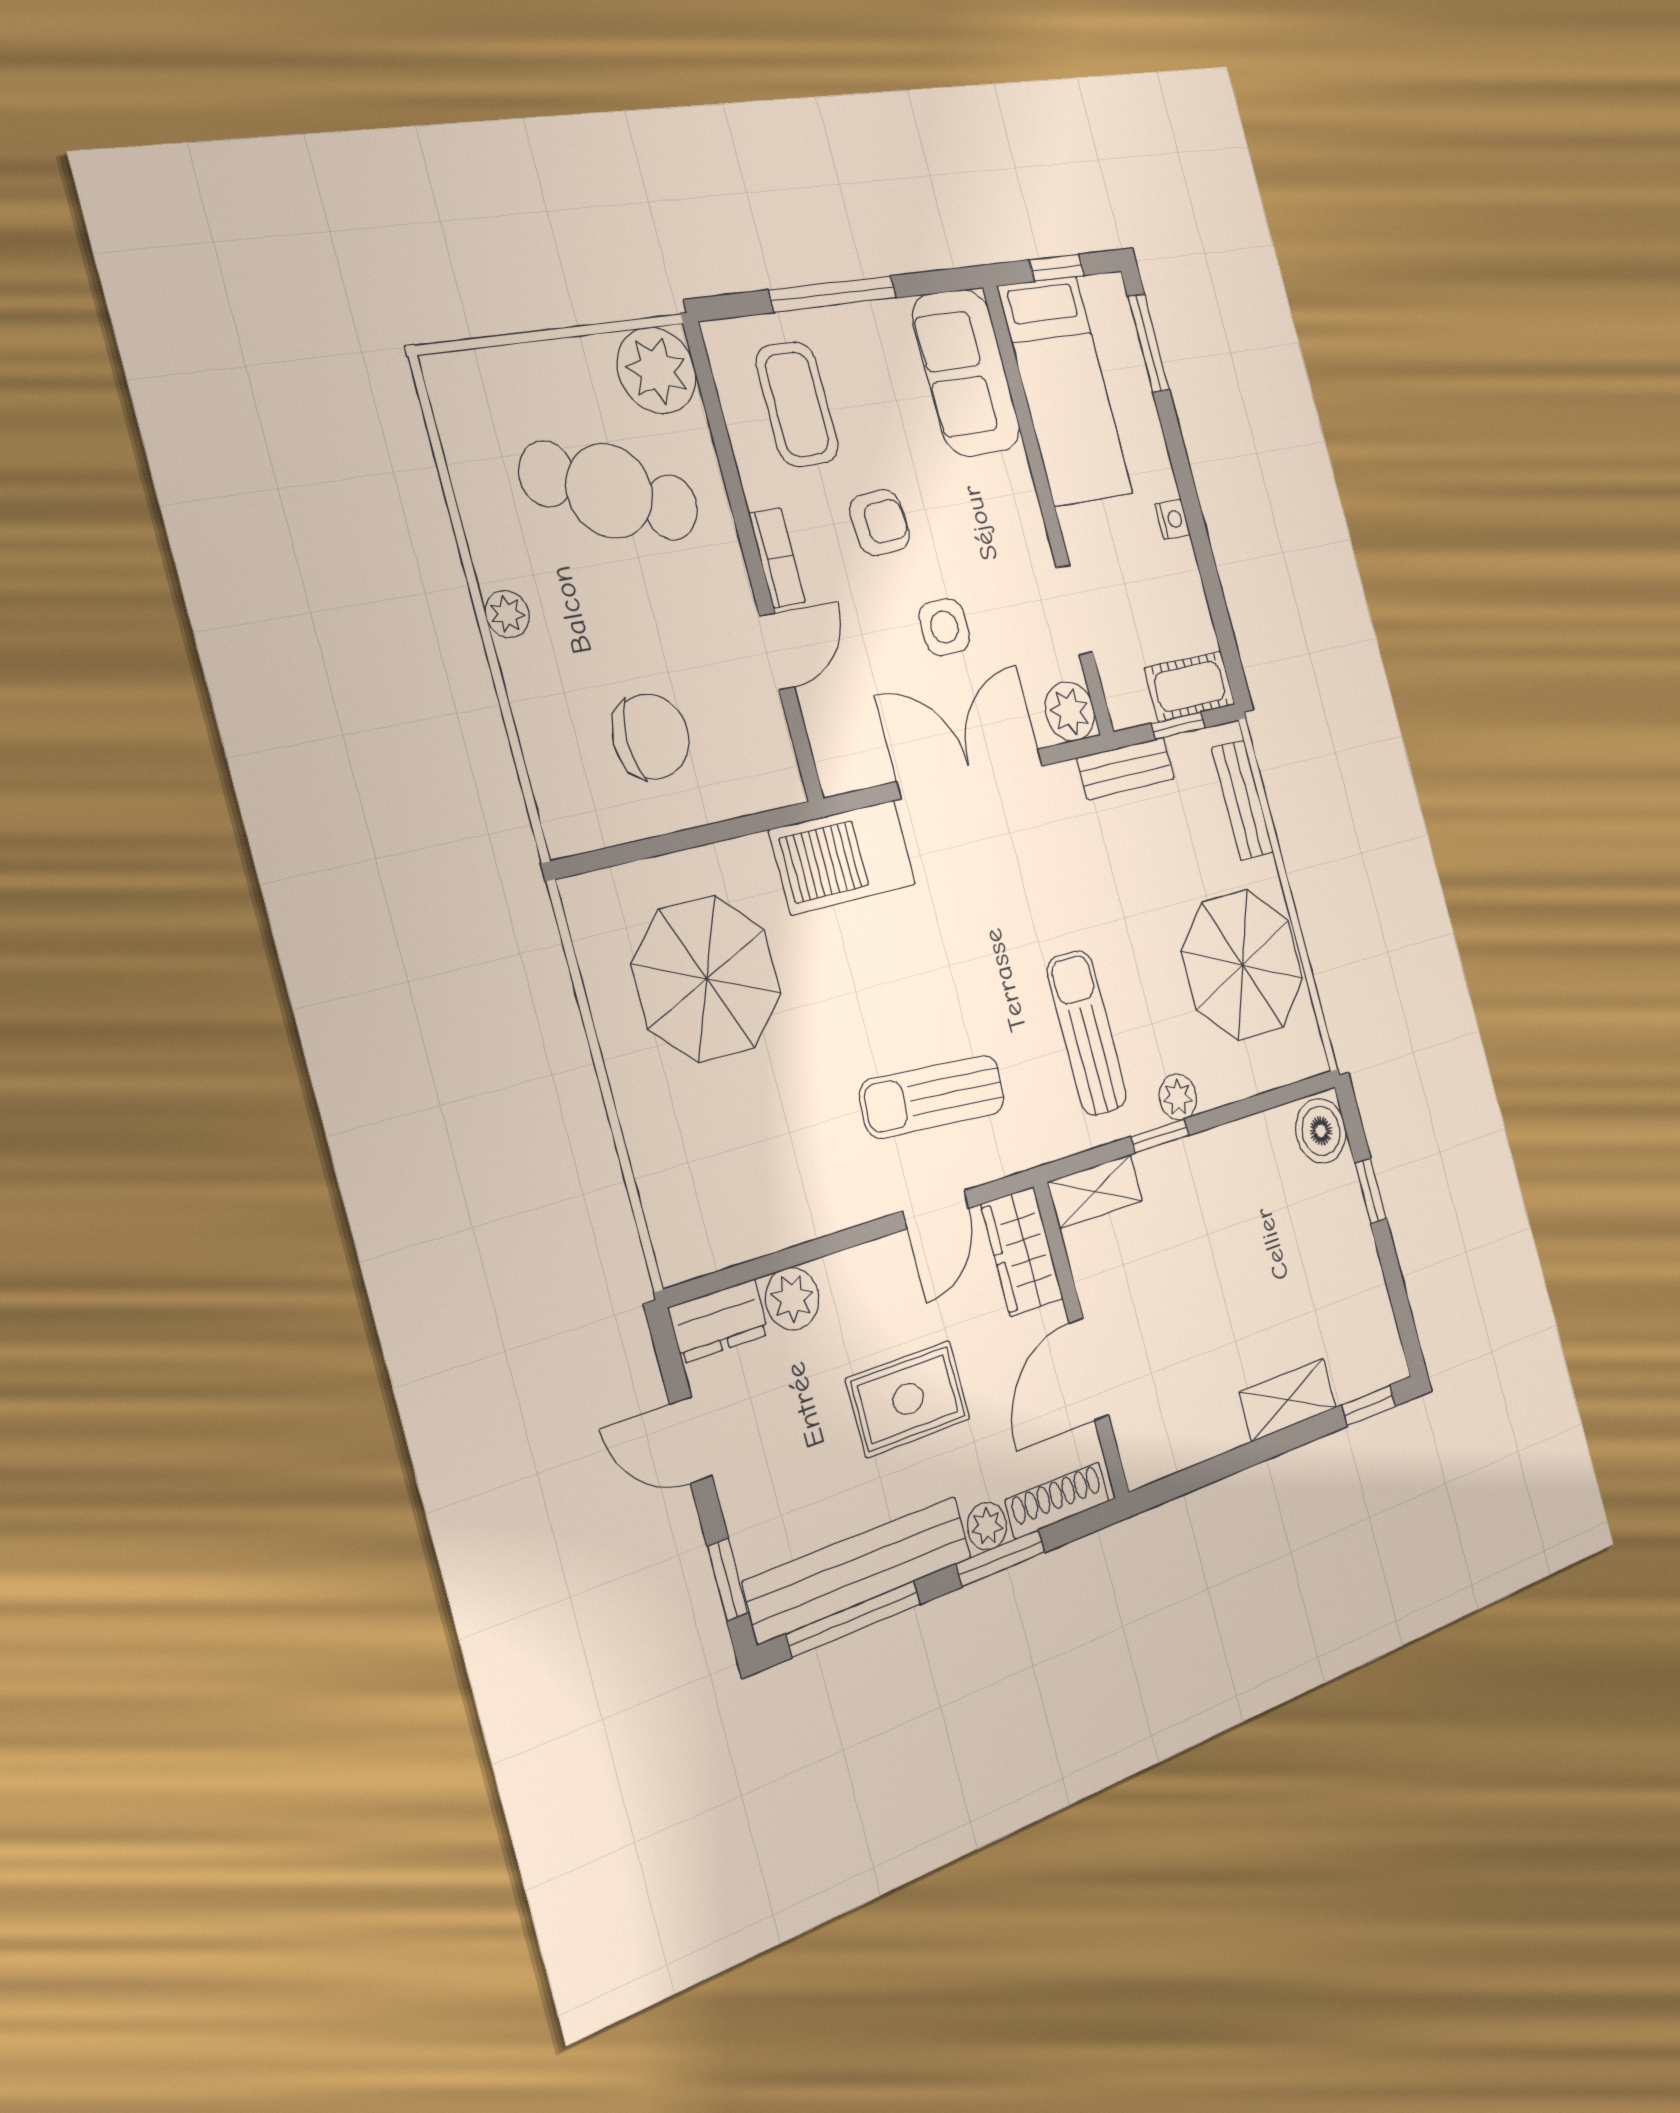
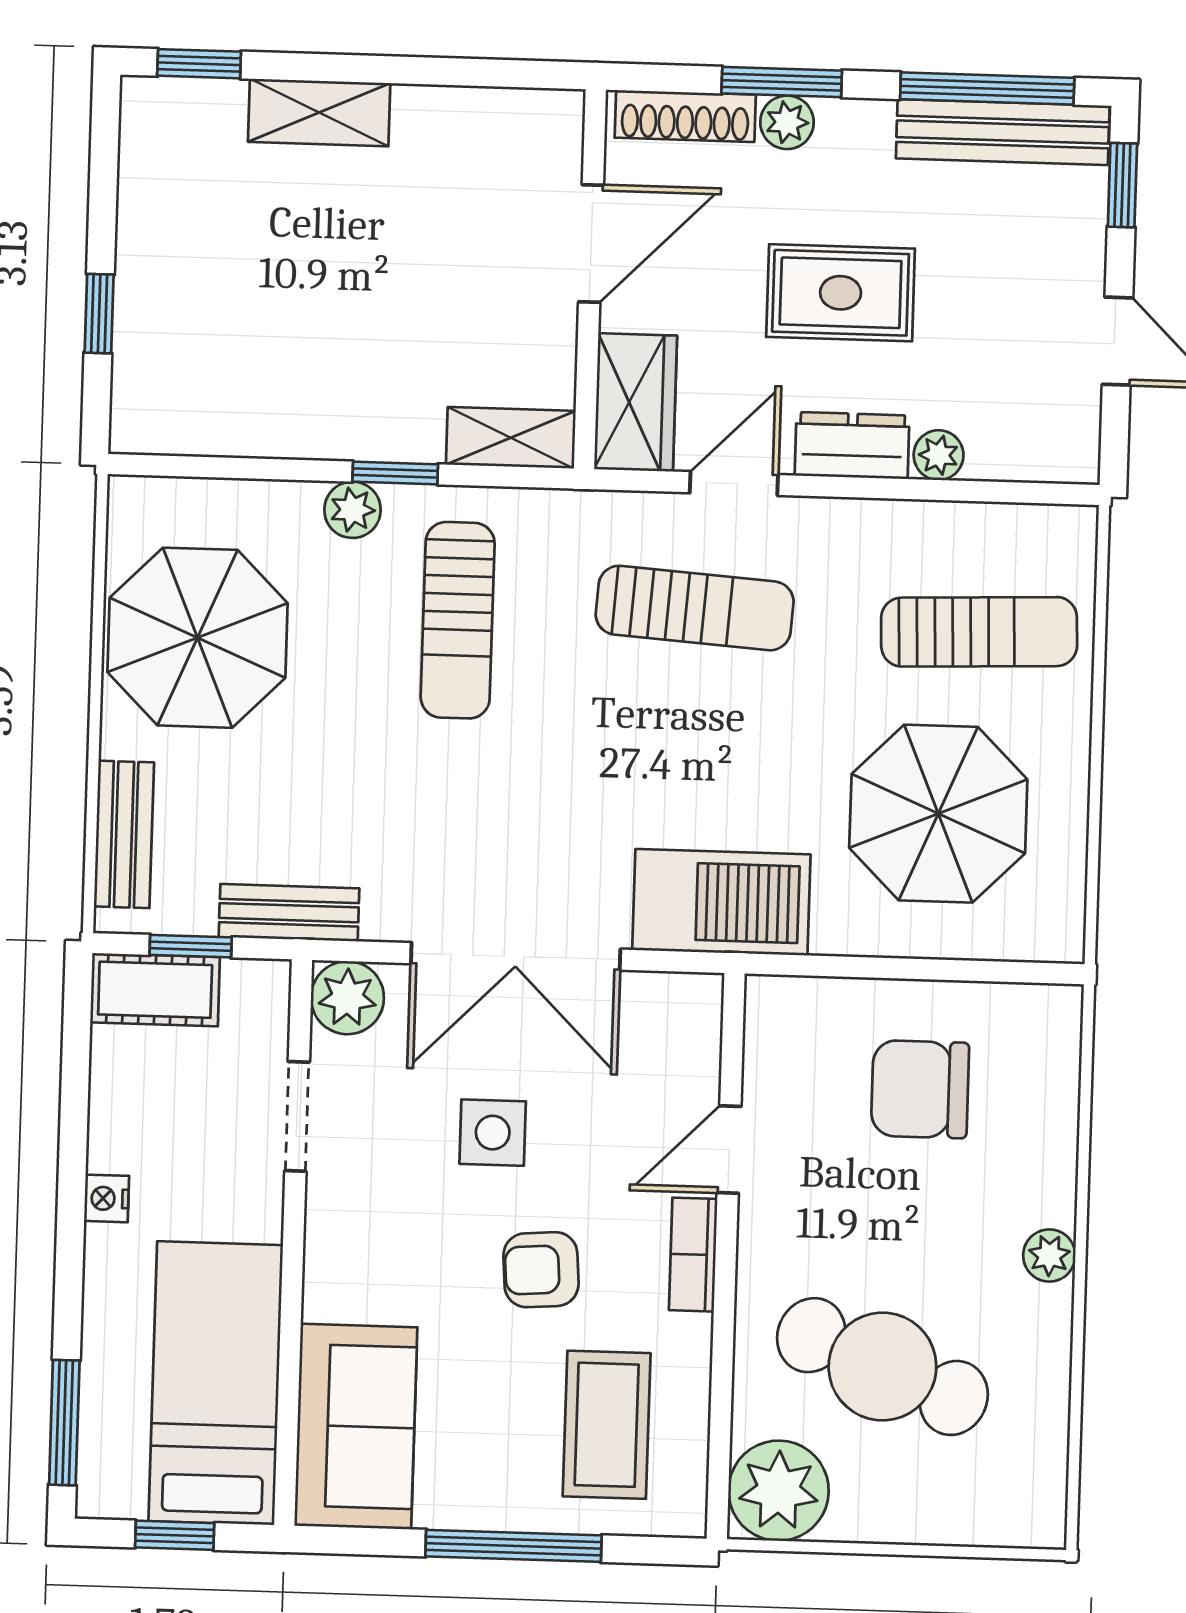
boiler: (1321, 1131) -> (150, 408), removed
sun lounger: (722, 1146) -> (979, 632), added
plant: (792, 1299) -> (939, 455), width x0.73, depth x0.73
dresser: (719, 1321) -> (852, 445), moved
bench: (859, 1569) -> (1003, 132), width x0.73, depth x0.82

